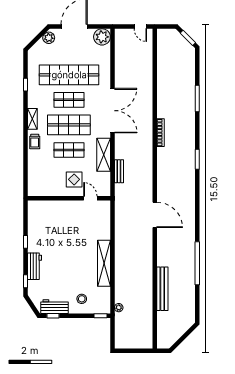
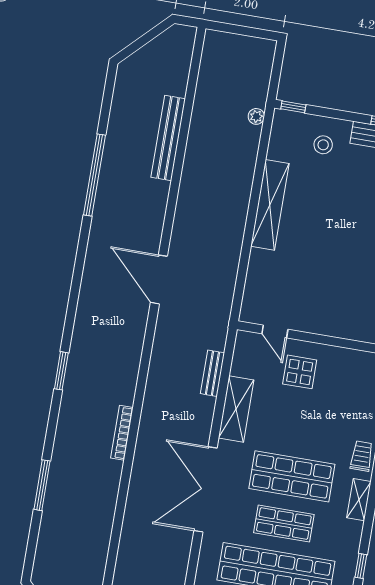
shop shelf: (69, 150) -> (300, 429), removed

